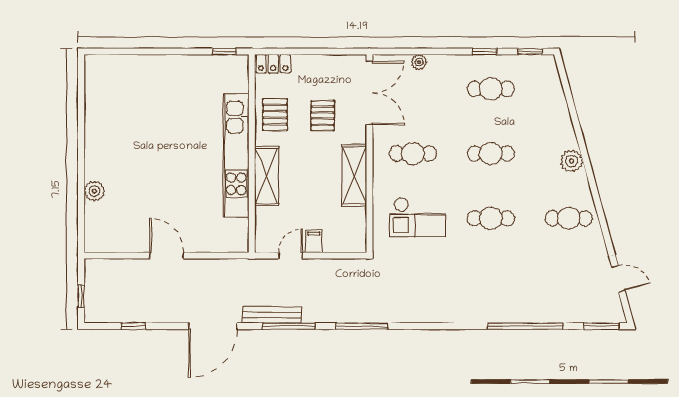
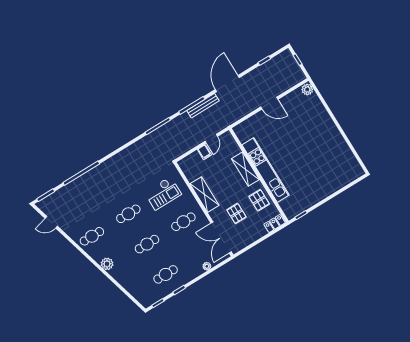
plant: (94, 191) -> (307, 89), moved
checkout: (417, 217) -> (163, 193), turned 180

